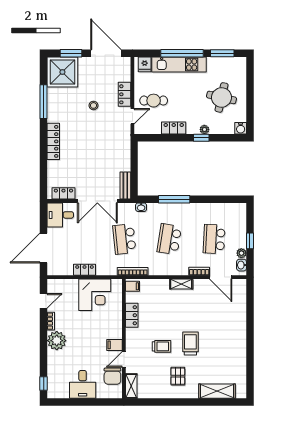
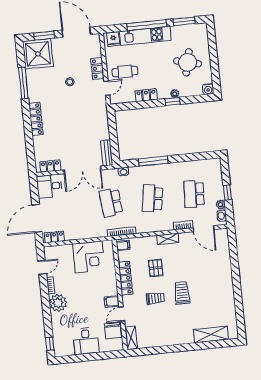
locker: (85, 270) -> (54, 237), moved
locker: (132, 315) -> (126, 278), width x1.53
pallet: (178, 376) -> (156, 268), moved

